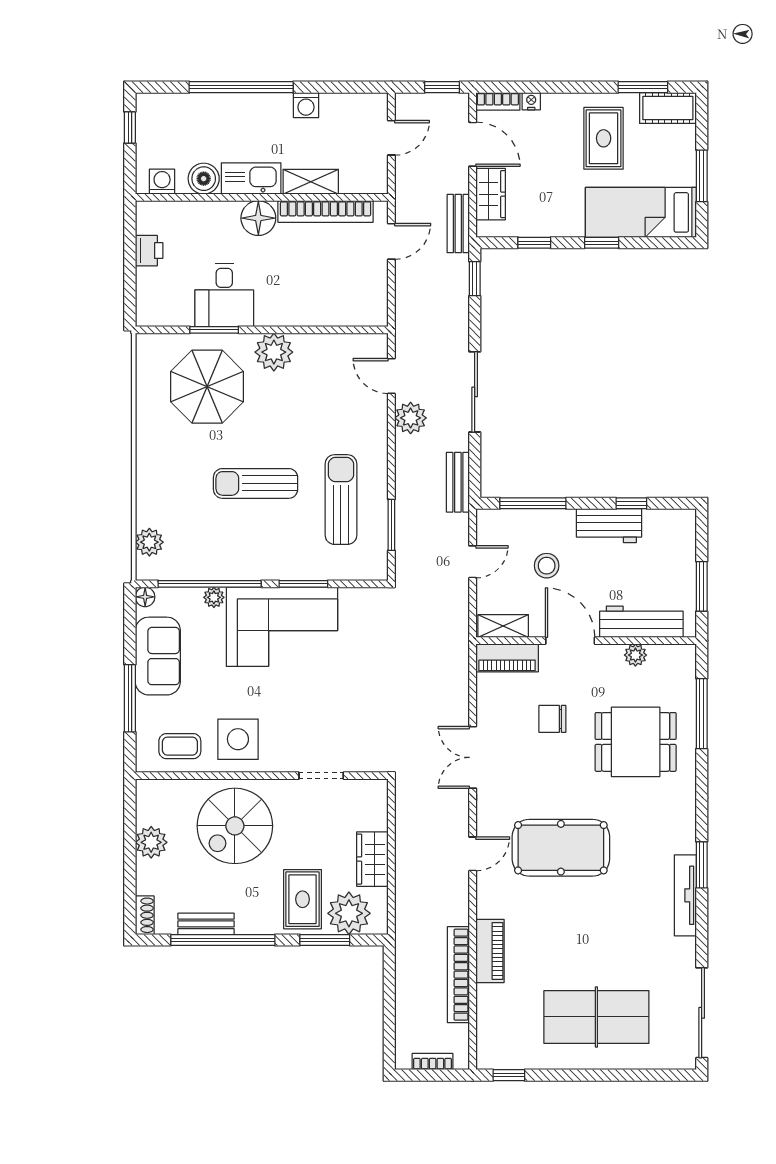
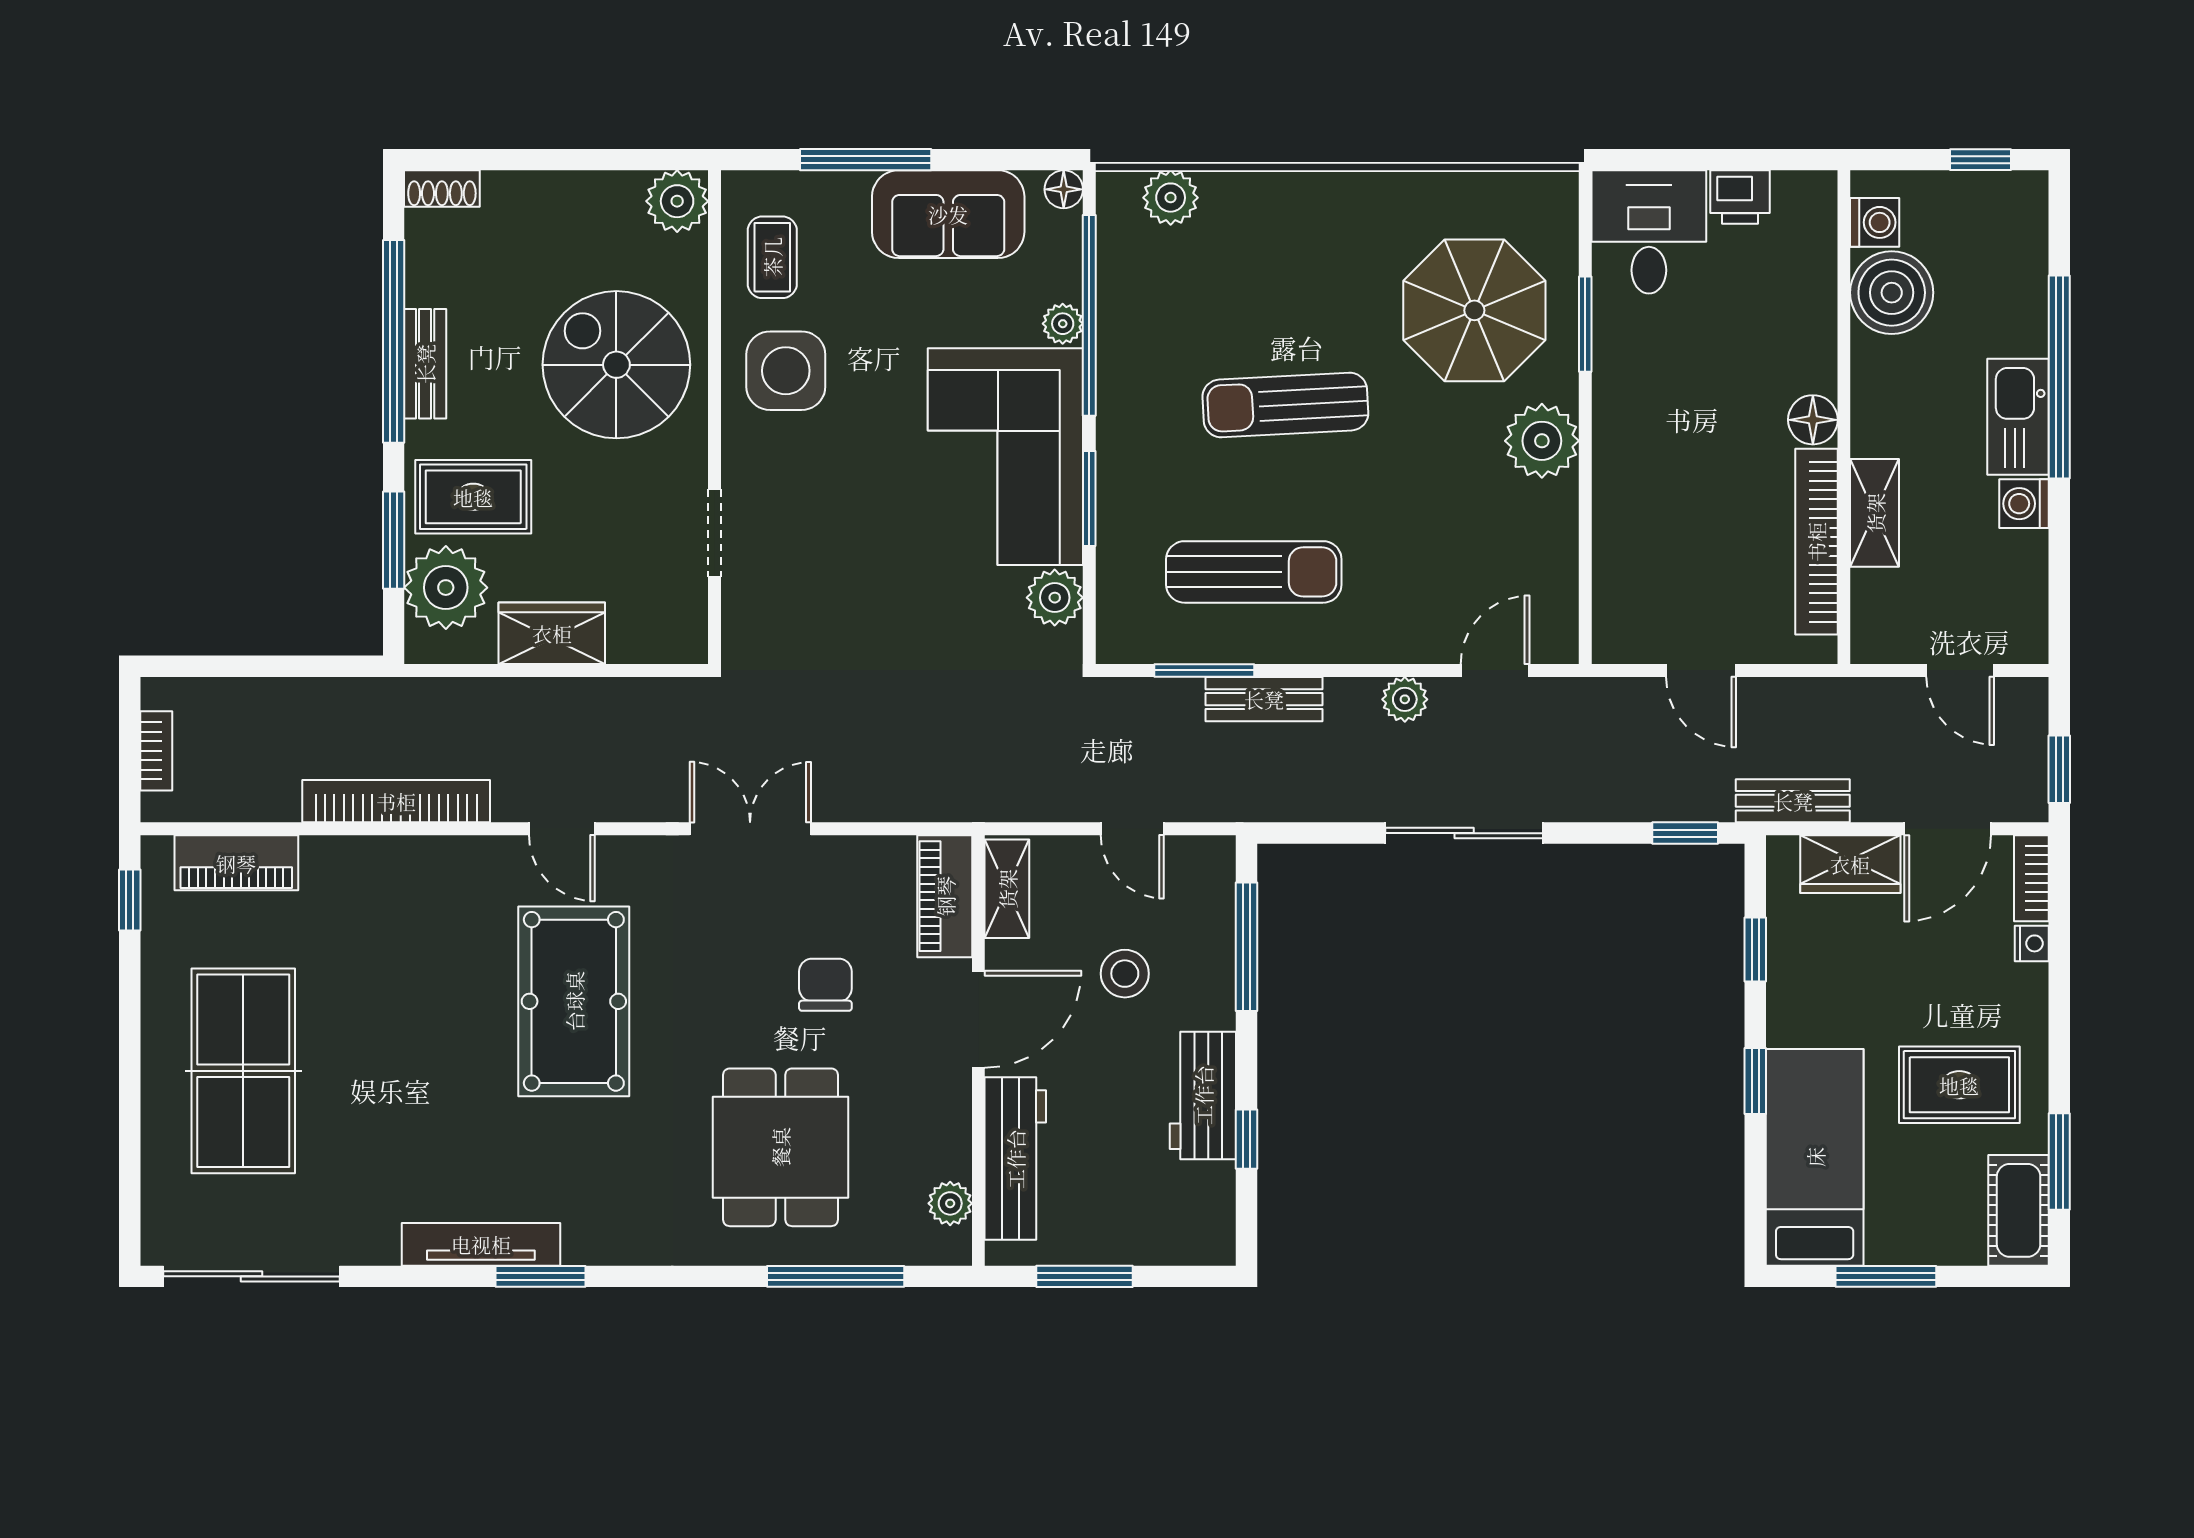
kitchen sink: (251, 178) -> (2018, 417), moved, turned 180
boiler: (204, 179) -> (1892, 293), width x1.37, depth x1.37
floor lamp: (258, 218) -> (1813, 420), width x0.73, depth x0.73
door: (391, 241) -> (1701, 670), moved
desk: (224, 295) -> (1649, 232), moved, turned 90
plant: (411, 418) -> (1405, 699), width x0.73, depth x0.73
bench: (458, 482) -> (1264, 699), moved
sun lounger: (256, 483) -> (1285, 405), turned -93
plant: (354, 601) -> (1055, 598), added
plant: (635, 655) -> (950, 1203), moved
plant: (151, 842) -> (677, 201), moved
bench: (206, 924) -> (425, 364), moved
piano: (490, 951) -> (236, 863), moved
bookcase: (458, 975) -> (396, 801), moved

